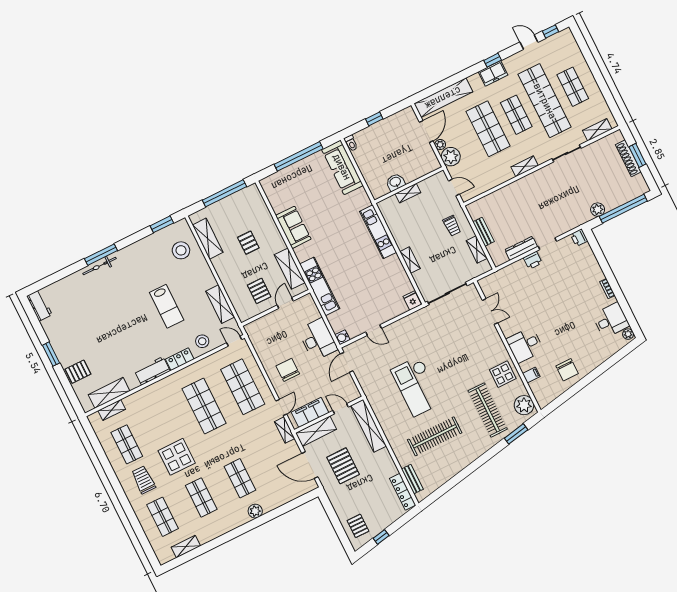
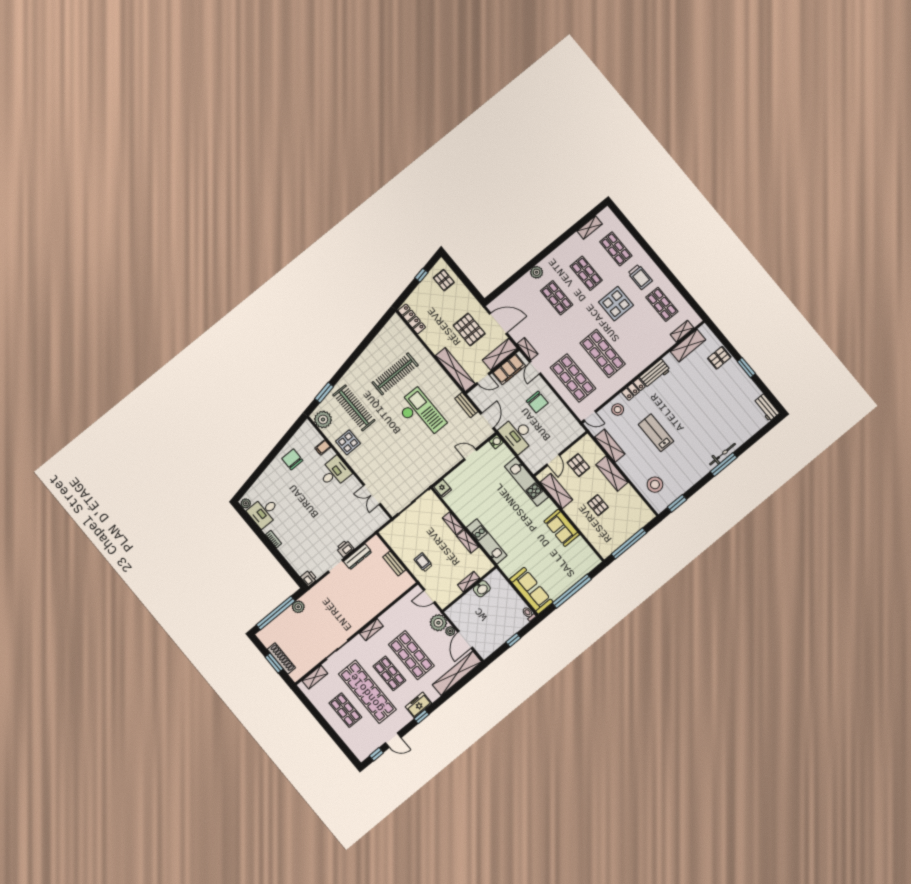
shelving: (208, 239) -> (612, 473), moved
shelving: (477, 250) -> (468, 541), moved
bench: (412, 479) -> (466, 405), moved

